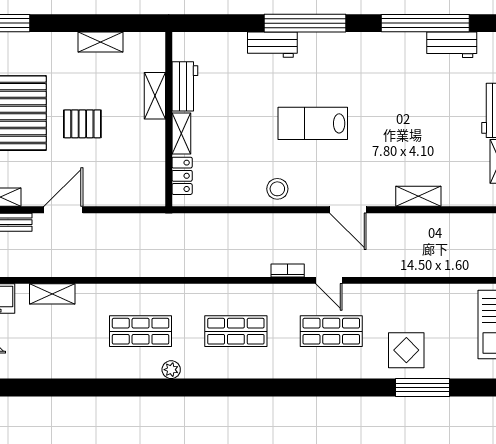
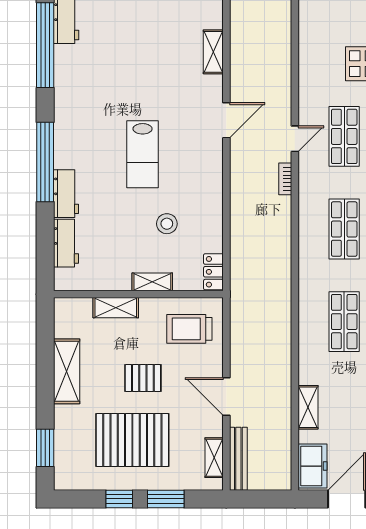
shelving: (100, 42) -> (67, 371), width x1.50, depth x1.33
workbench: (185, 86) -> (66, 243), moved, turned 90
pallet: (82, 124) -> (143, 378), turned 90
trolley: (133, 172) -> (189, 329), added
locker: (182, 176) -> (213, 272), moved, turned -90
stool: (277, 189) -> (167, 224), moved

